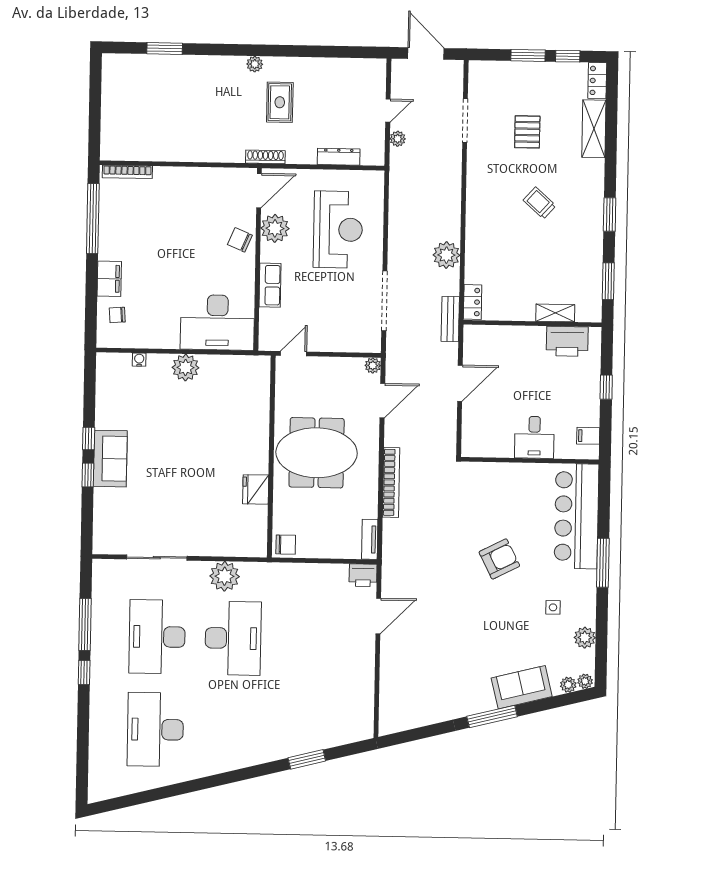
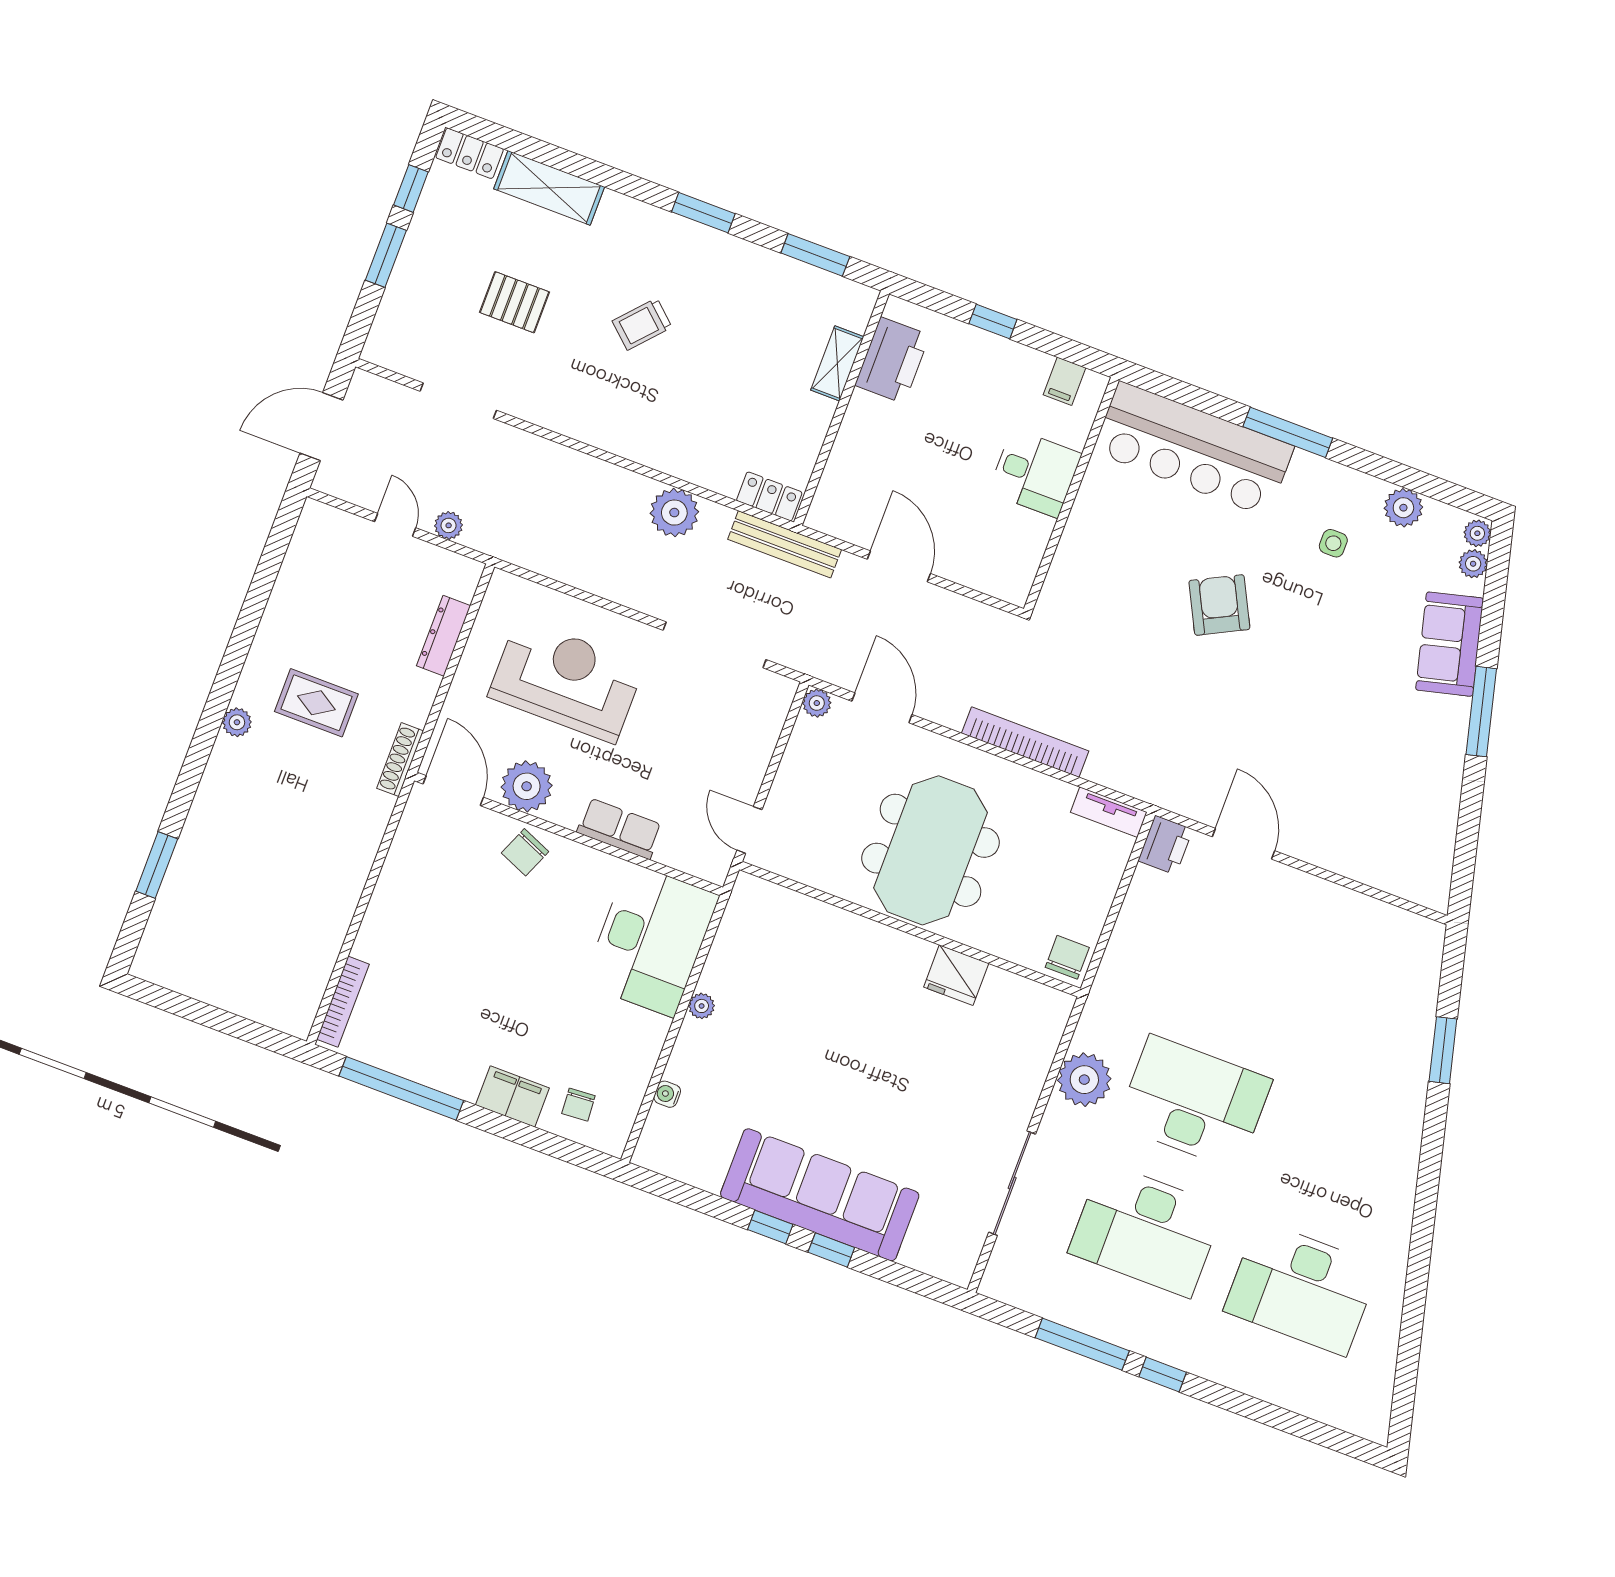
bench: (450, 319) -> (785, 544), width x1.36
plant: (186, 368) -> (702, 1006), width x0.53, depth x0.53
sofa: (110, 459) -> (820, 1195), width x1.85, depth x1.27

